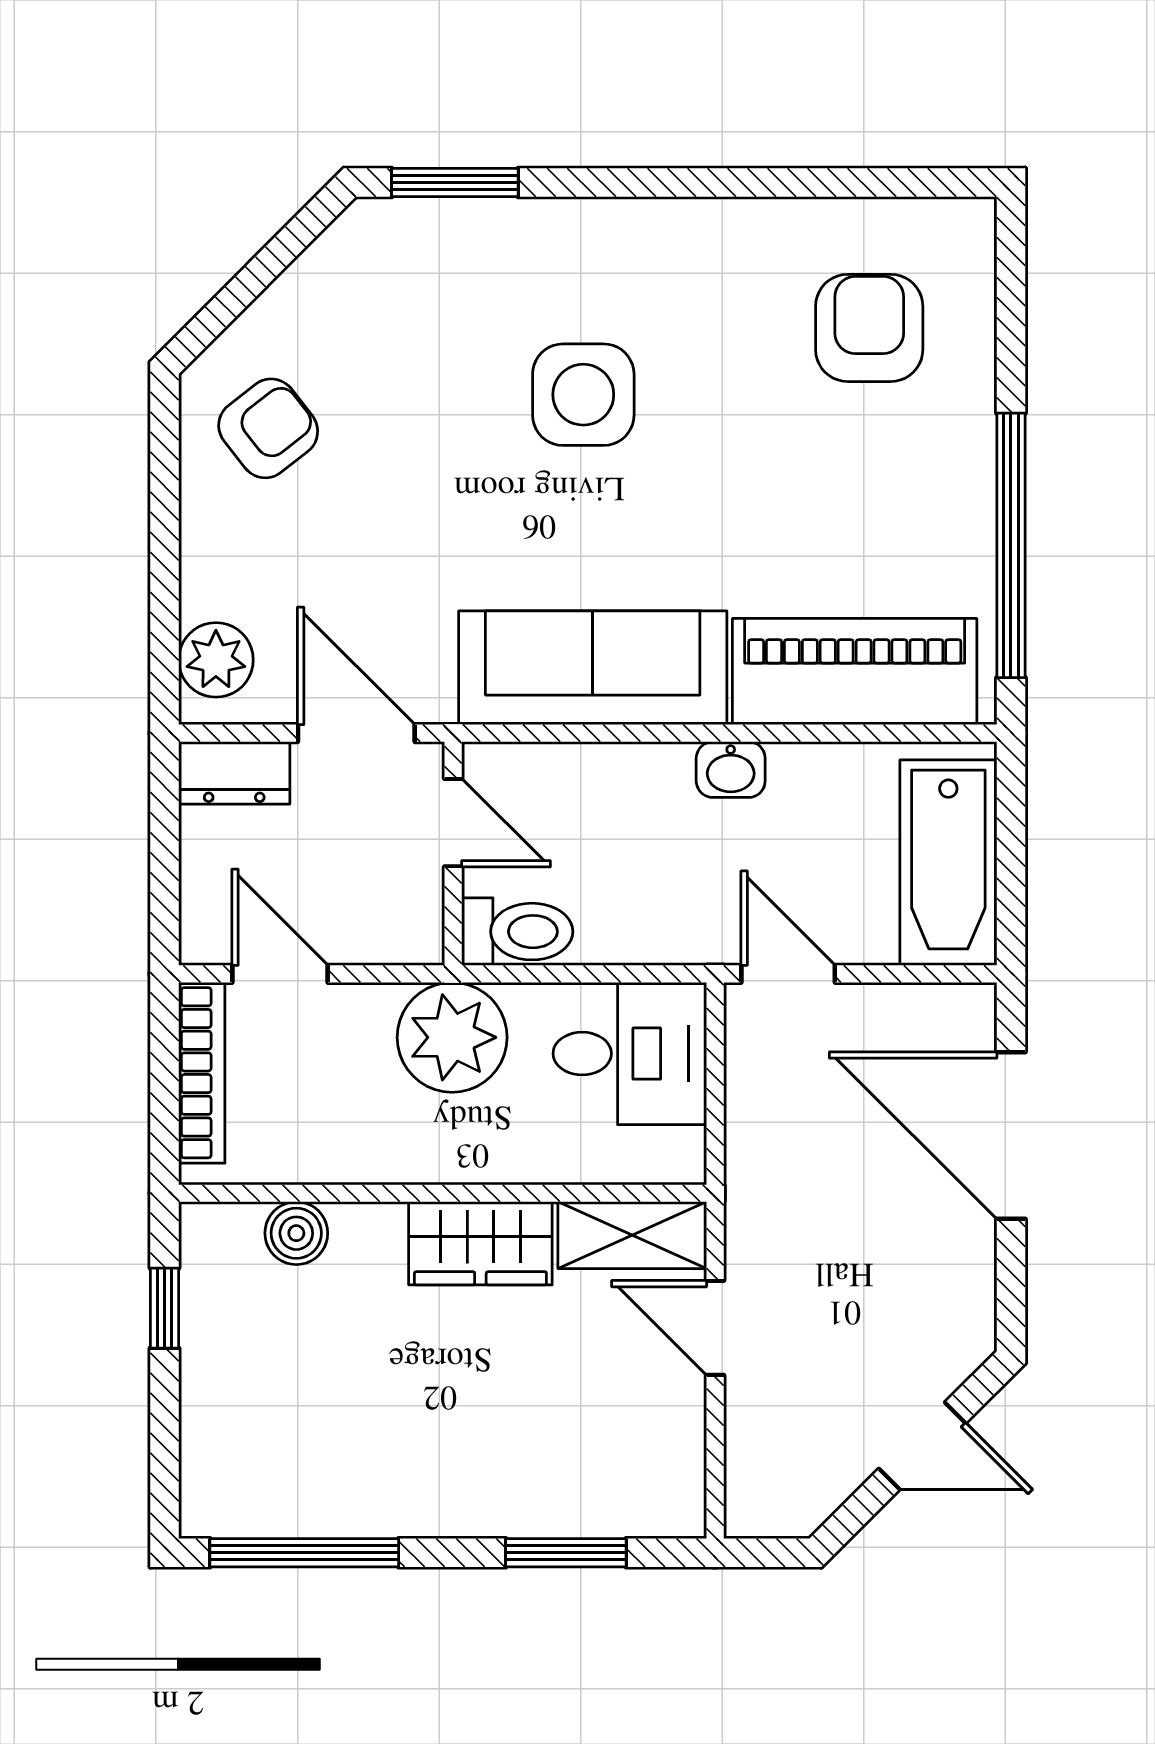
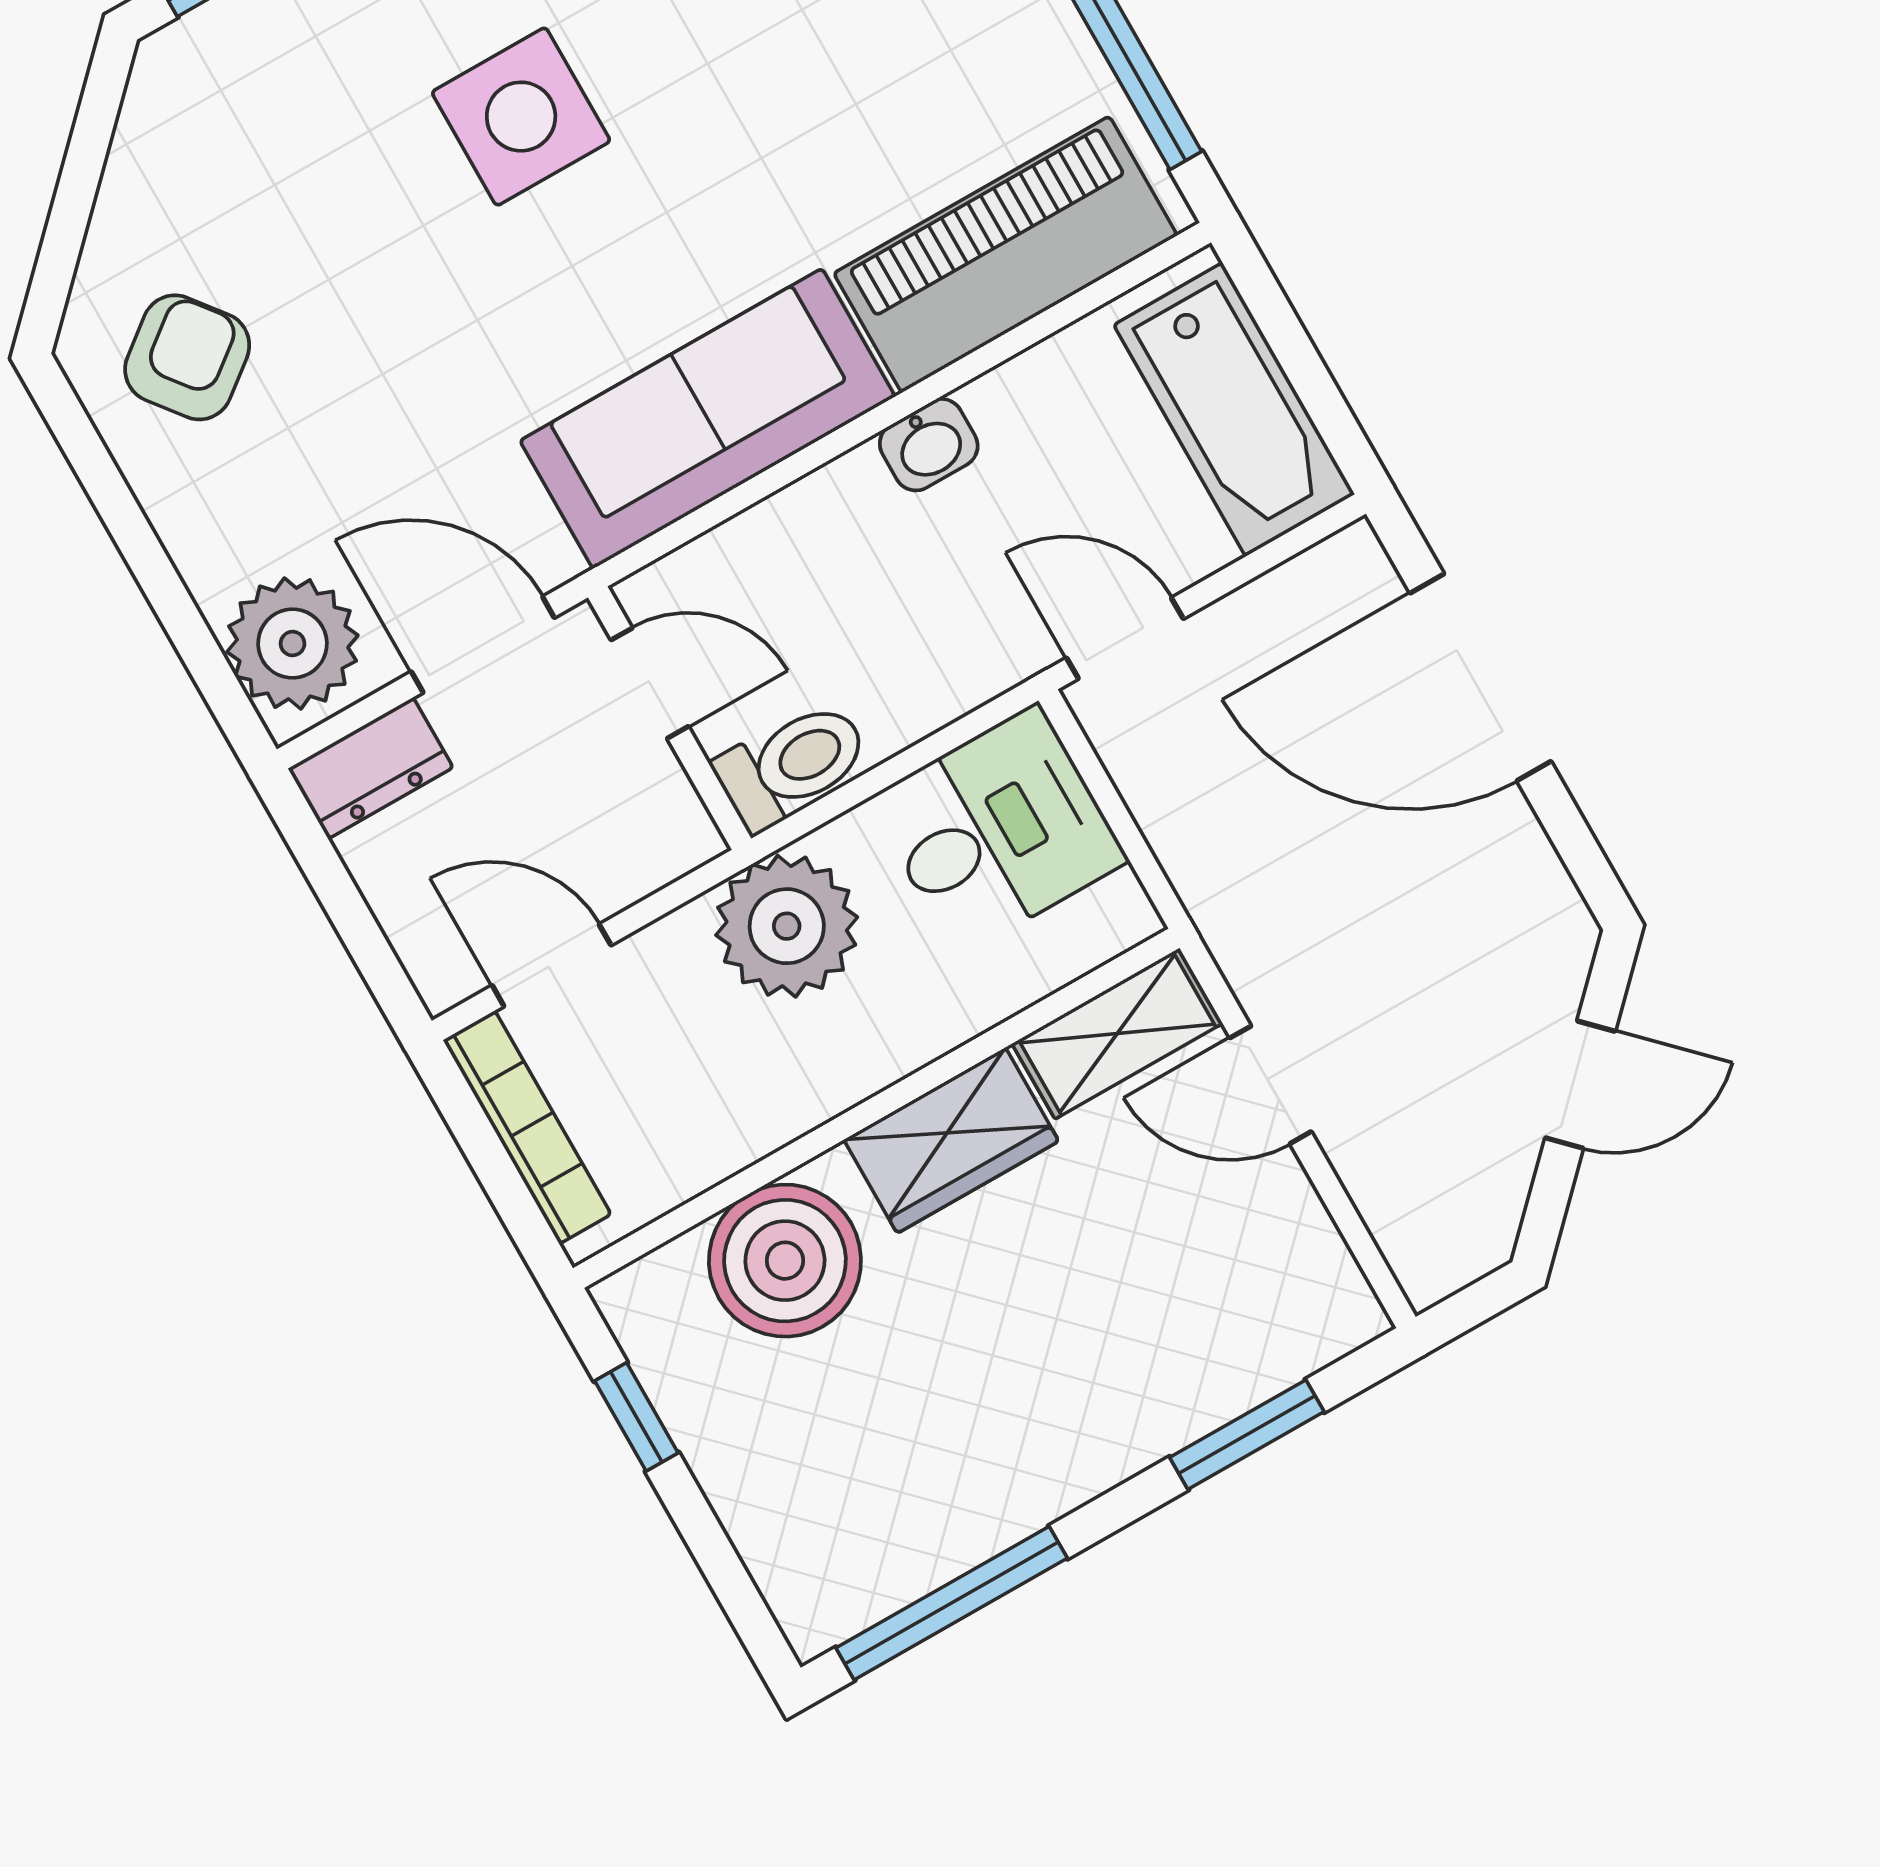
plant: (216, 660) -> (293, 644), width x1.36, depth x1.36
boiler: (296, 1233) -> (785, 1261), width x1.86, depth x1.86

